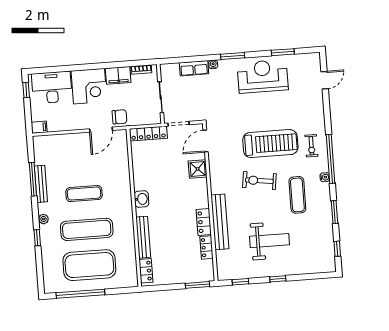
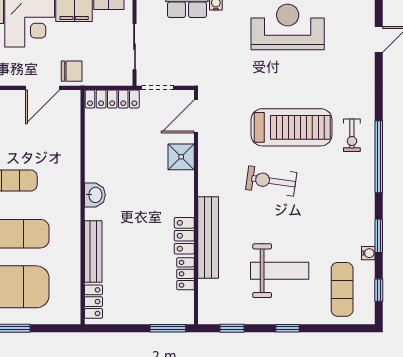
water cooler: (325, 177) -> (368, 253), moved
exercise mat: (297, 195) -> (342, 289), moved

